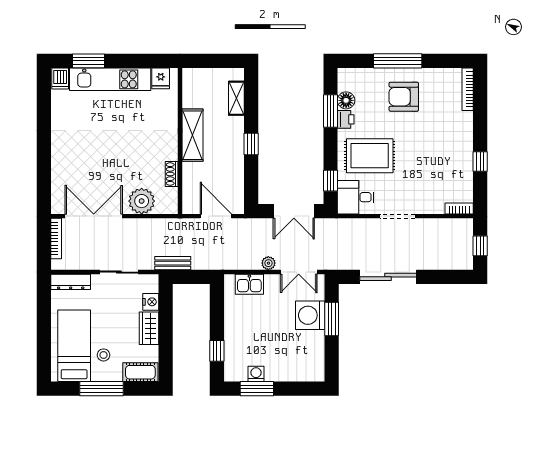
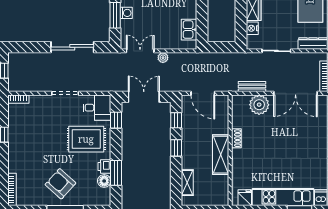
armchair: (404, 97) -> (60, 184), turned -138
shoe rack: (172, 174) -> (236, 138), moved
window: (251, 180) -> (176, 120), added
bench: (173, 263) -> (252, 86), moved
kitchen sink: (249, 284) -> (189, 30), moved, turned -90
washing machine: (310, 315) -> (126, 13), width x0.53, depth x0.53

